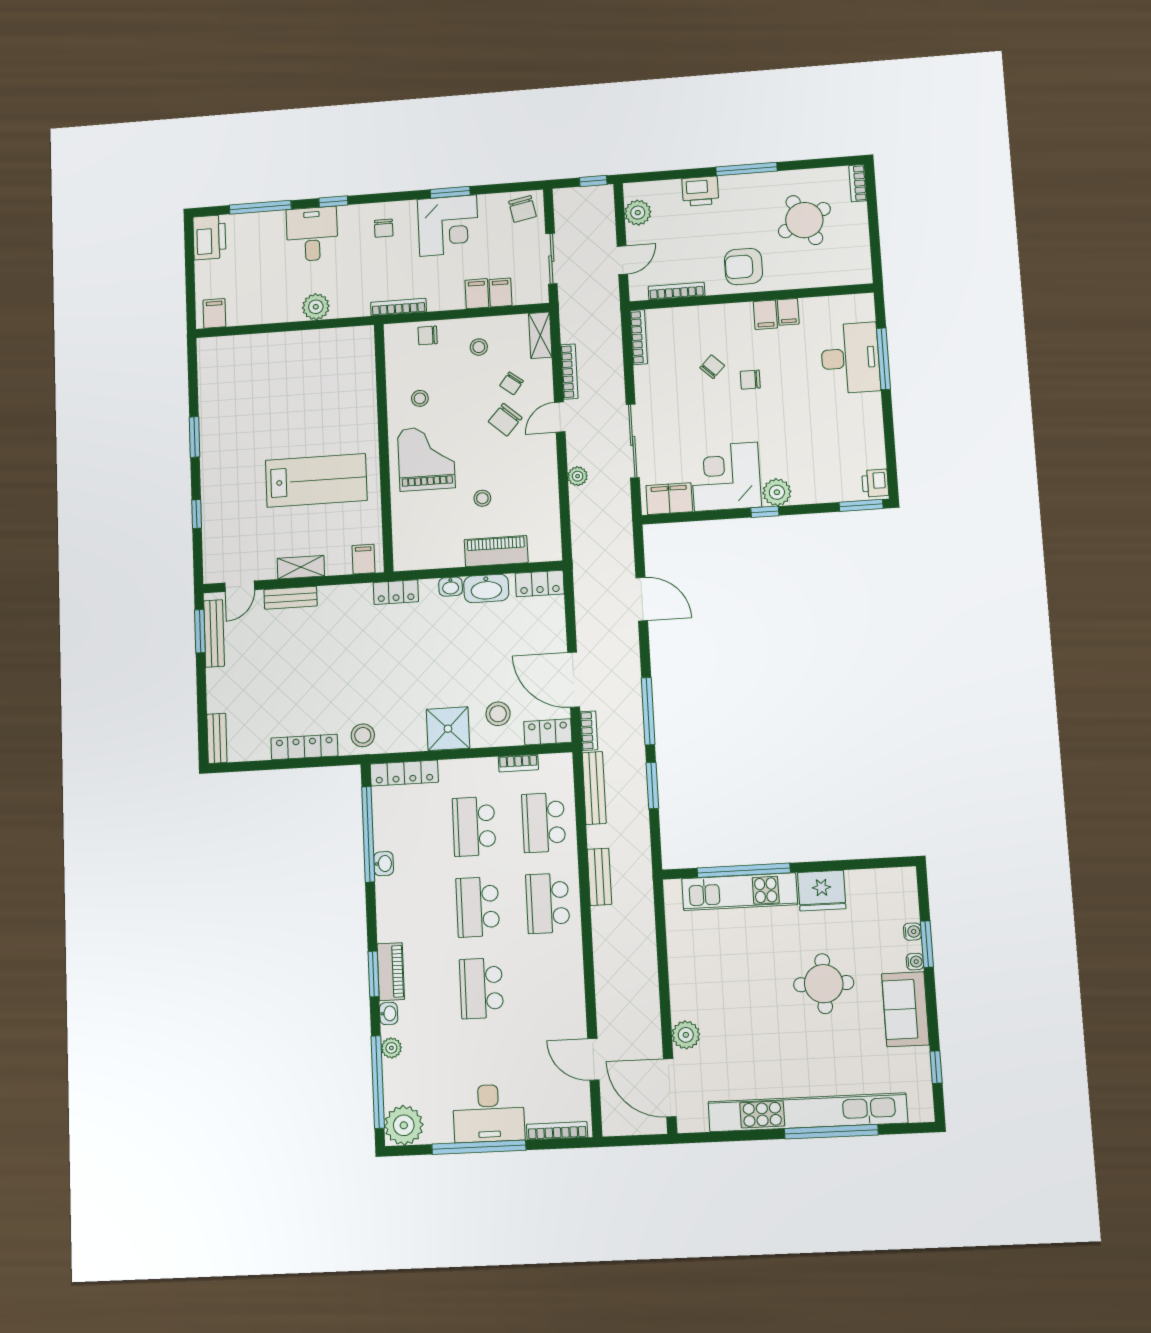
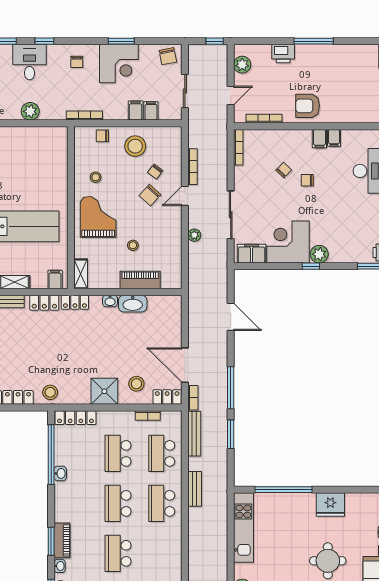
round table: (804, 220) -> (348, 78), removed
shelving: (540, 335) -> (81, 274), moved
stool: (479, 347) -> (135, 146), width x1.89, depth x1.89
locker: (540, 584) -> (44, 303), moved
kitchen unit: (740, 892) -> (243, 528), moved, turned -90

